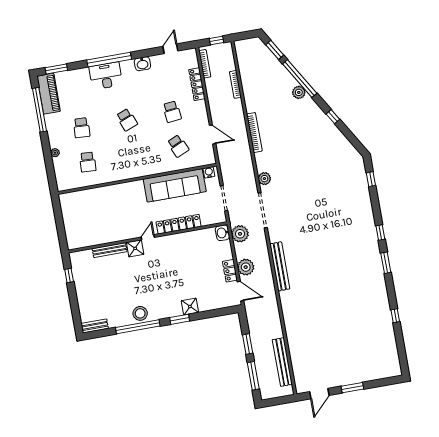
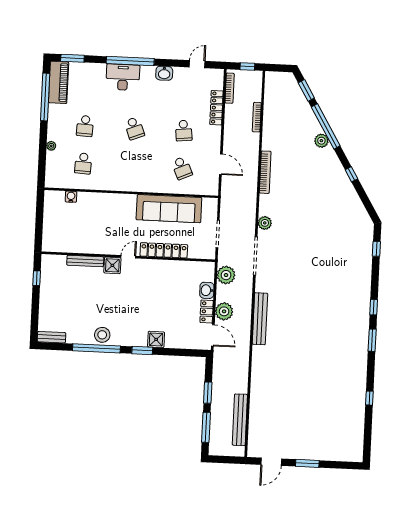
water cooler: (209, 172) -> (71, 197), moved
washbasin: (222, 233) -> (207, 290), moved

